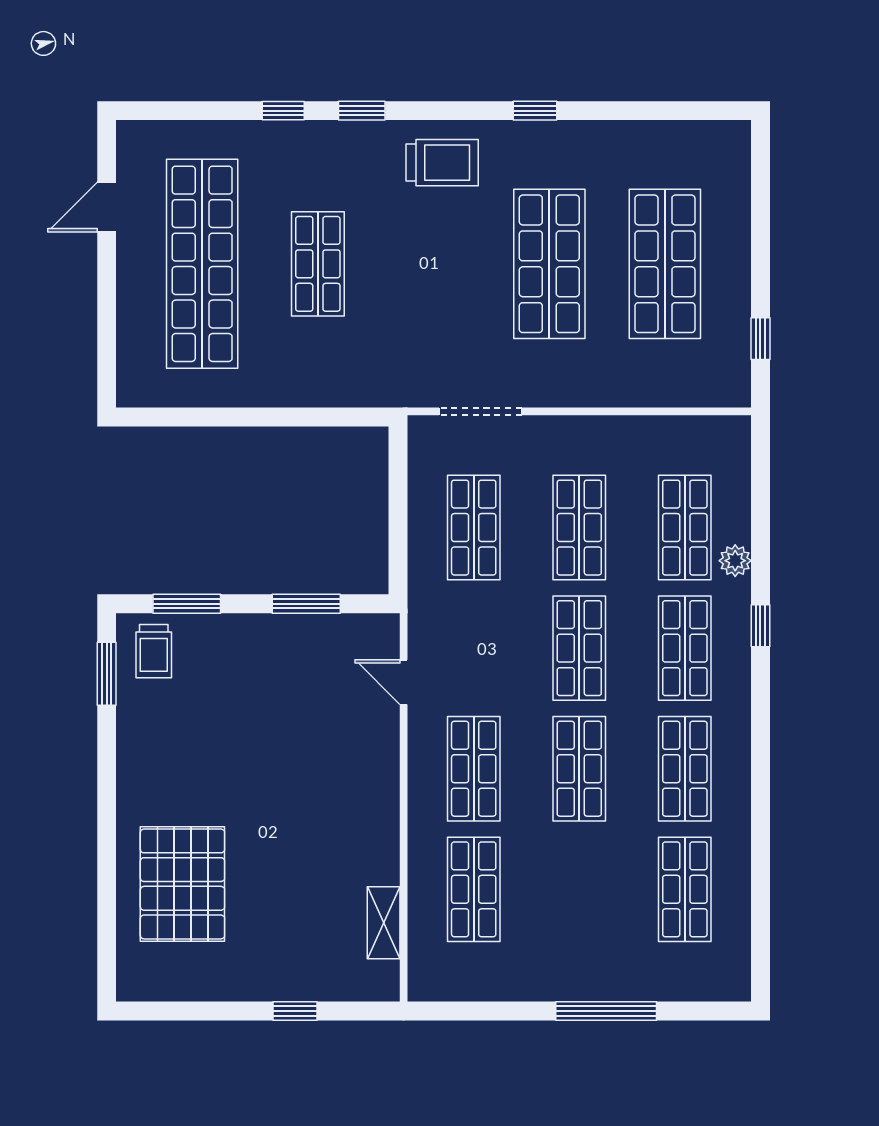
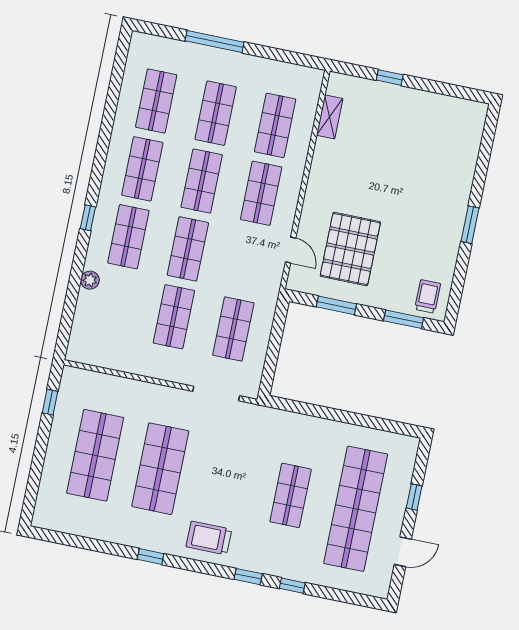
window: (107, 304) -> (414, 497), added
shop shelf: (685, 528) -> (216, 113), moved
window: (760, 626) -> (88, 218), moved
window: (107, 674) -> (470, 225), moved
pallet: (182, 884) -> (350, 249), moved

